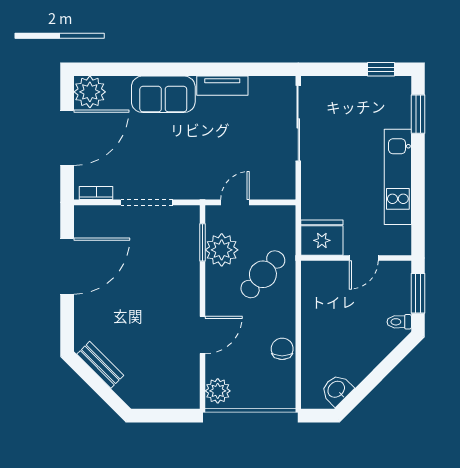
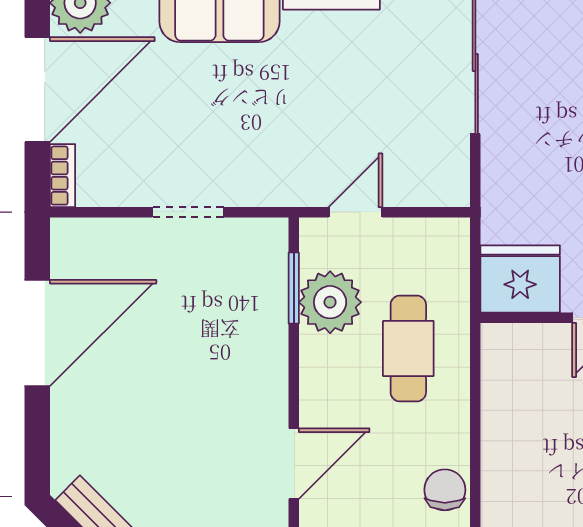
bookcase: (96, 193) -> (63, 176), moved, turned 90
doorway: (147, 202) -> (188, 212), width x0.73
cafe table: (263, 274) -> (408, 348), turned -41

